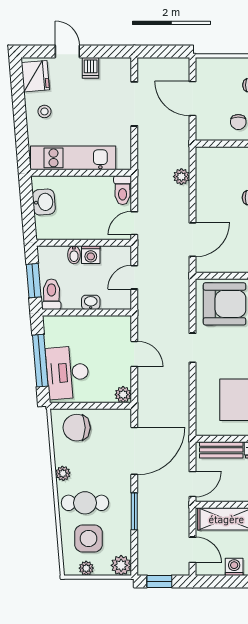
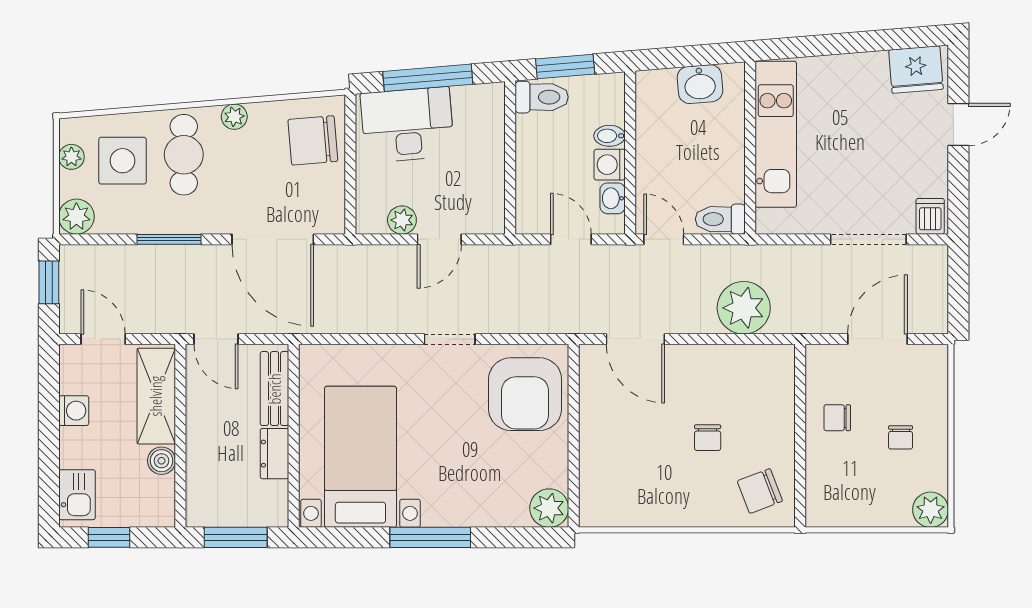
dishwasher: (91, 68) -> (930, 216), moved, turned 90
stool: (44, 111) -> (855, 85), removed
plant: (181, 177) -> (744, 308), width x1.87, depth x1.87
washbasin: (91, 302) -> (613, 198), moved, turned 180
plant: (123, 395) -> (402, 220), moved
chair: (77, 428) -> (313, 140), turned -95
door: (193, 550) -> (103, 339), swing flipped

